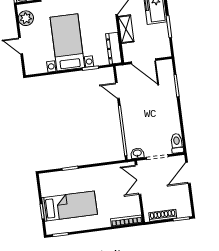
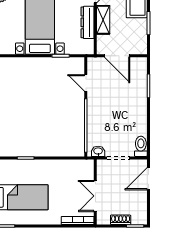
dresser: (114, 48) -> (88, 22), moved
double door: (138, 180) -> (95, 196), moved
shoe rack: (163, 215) -> (121, 220), width x0.70

